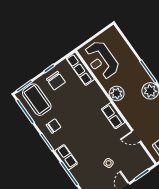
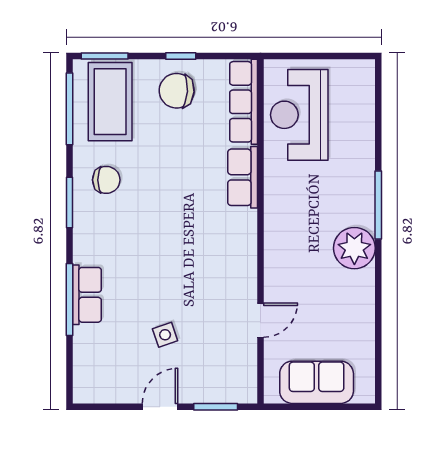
chair: (56, 81) -> (177, 91), turned 94
plant: (117, 93) -> (282, 205), removed
row of seats: (113, 116) -> (243, 177), moved
door: (136, 136) -> (260, 320), swing flipped
row of seats: (66, 157) -> (87, 295), moved

